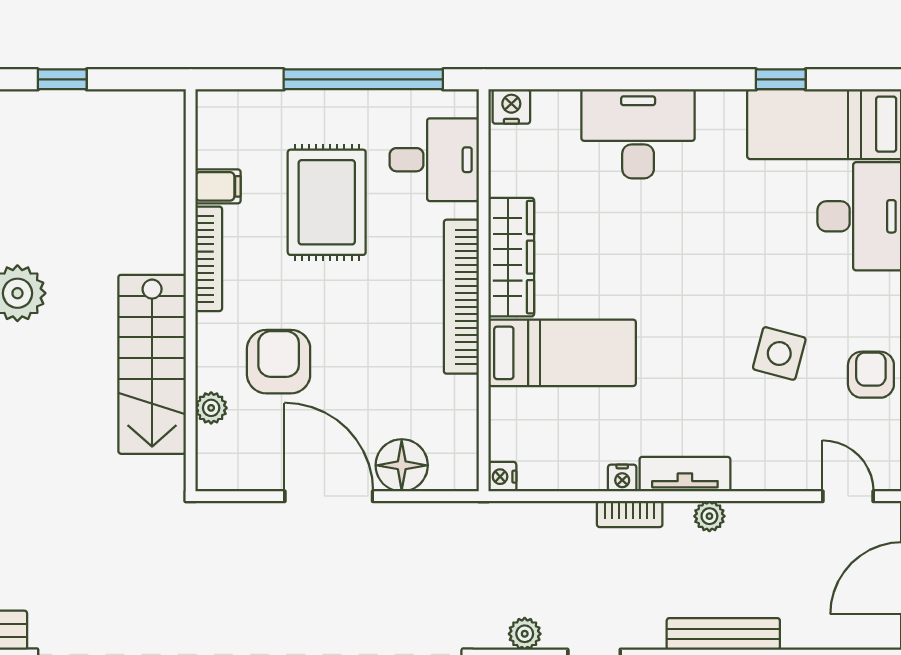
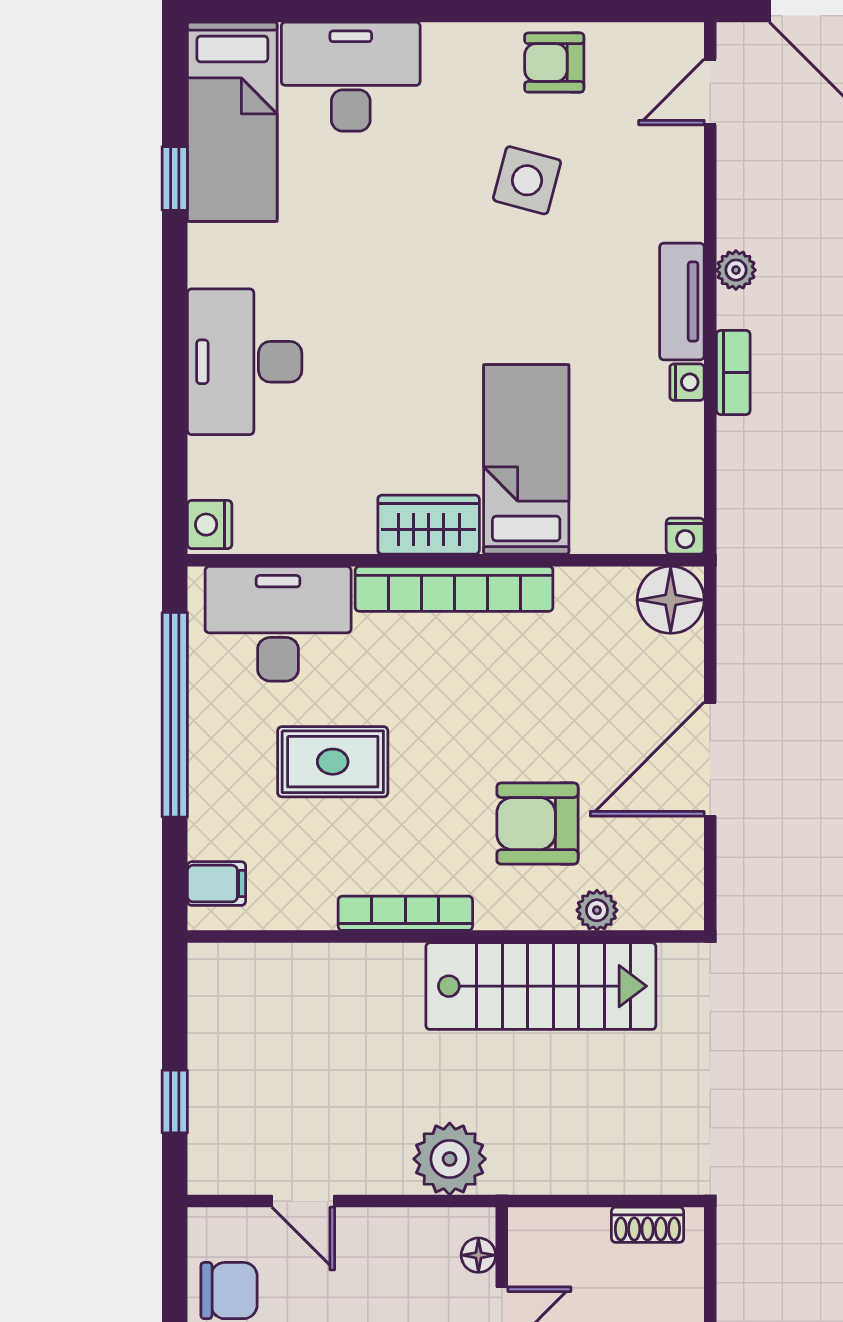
desk: (434, 160) -> (278, 624), width x1.37
filing cabinet: (218, 186) -> (217, 884), moved, turned 90
rug: (327, 202) -> (333, 762), width x0.73, depth x0.70
wardrobe: (511, 257) -> (429, 525), width x0.67
floor lamp: (402, 465) -> (671, 600), moved

